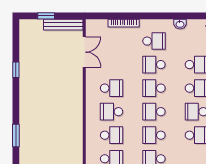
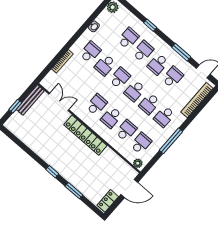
window: (16, 70) -> (52, 172), moved
school desk: (154, 88) -> (120, 78), turned 180
locker: (75, 102) -> (85, 135), added

